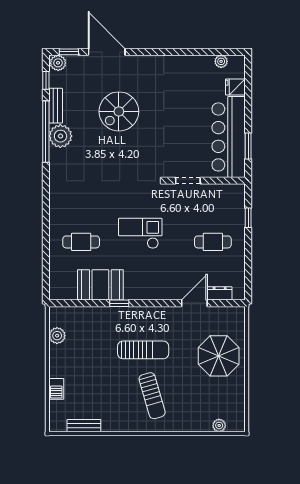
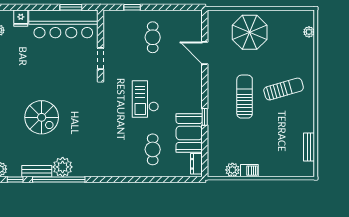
dresser: (220, 293) -> (196, 164), moved
barbecue: (56, 389) -> (249, 171), moved

